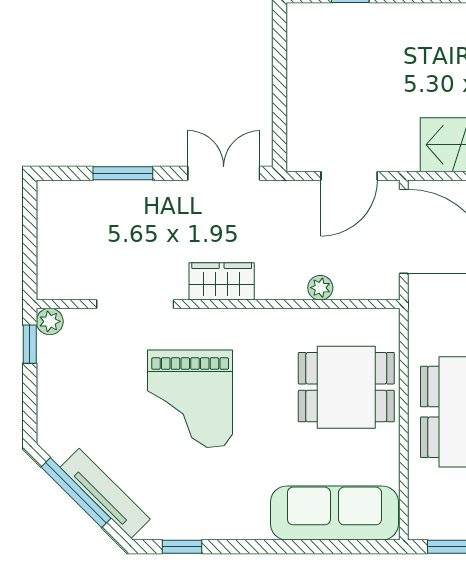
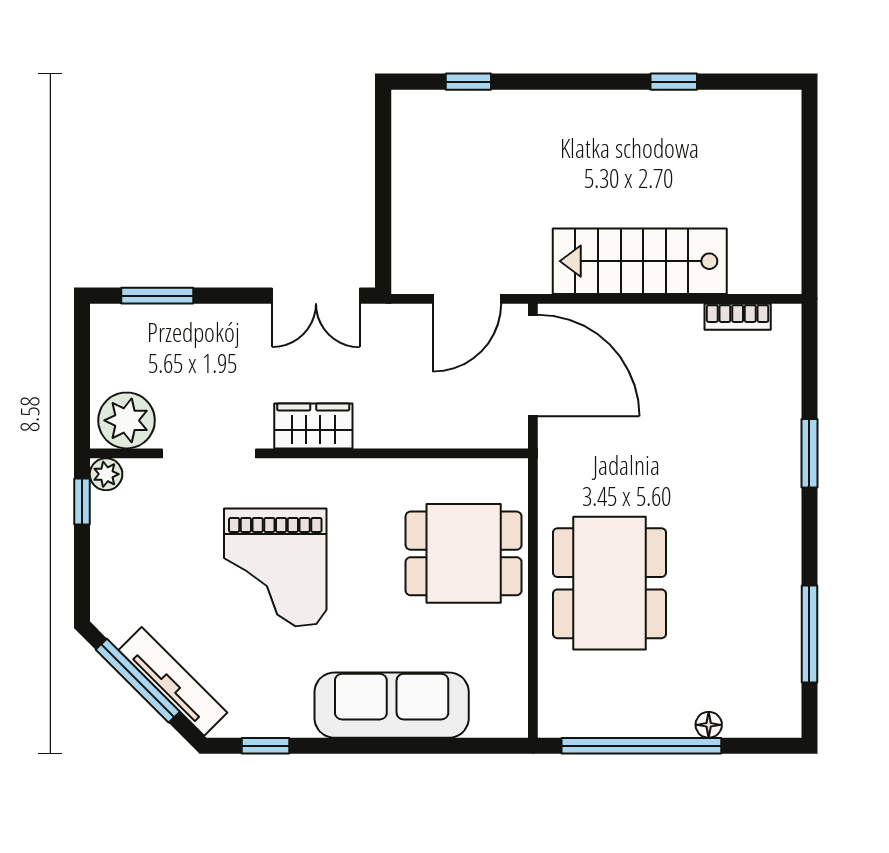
window: (123, 173) -> (157, 296), moved
double door: (224, 173) -> (316, 296), swing flipped
plant: (320, 288) -> (127, 420), moved, width x1.87, depth x1.87
sofa: (334, 513) -> (392, 705), moved

